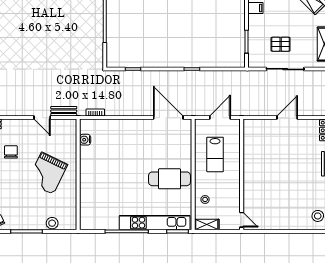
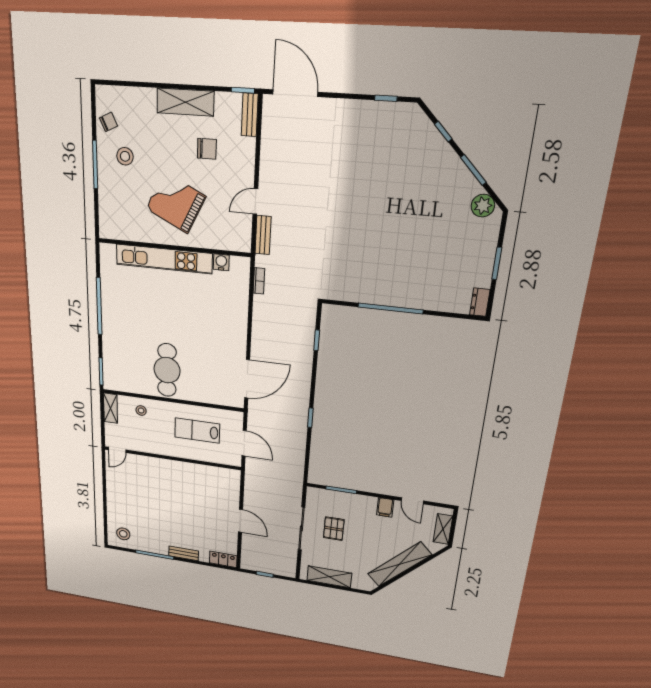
stool: (52, 223) -> (125, 156), moved
kitchen unit: (155, 223) -> (164, 259), moved, turned 90

